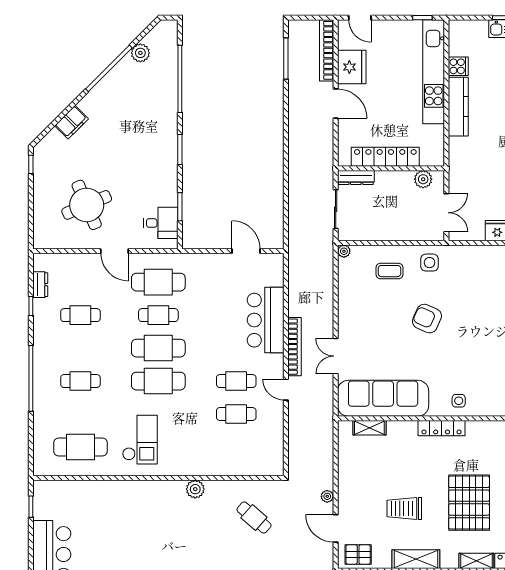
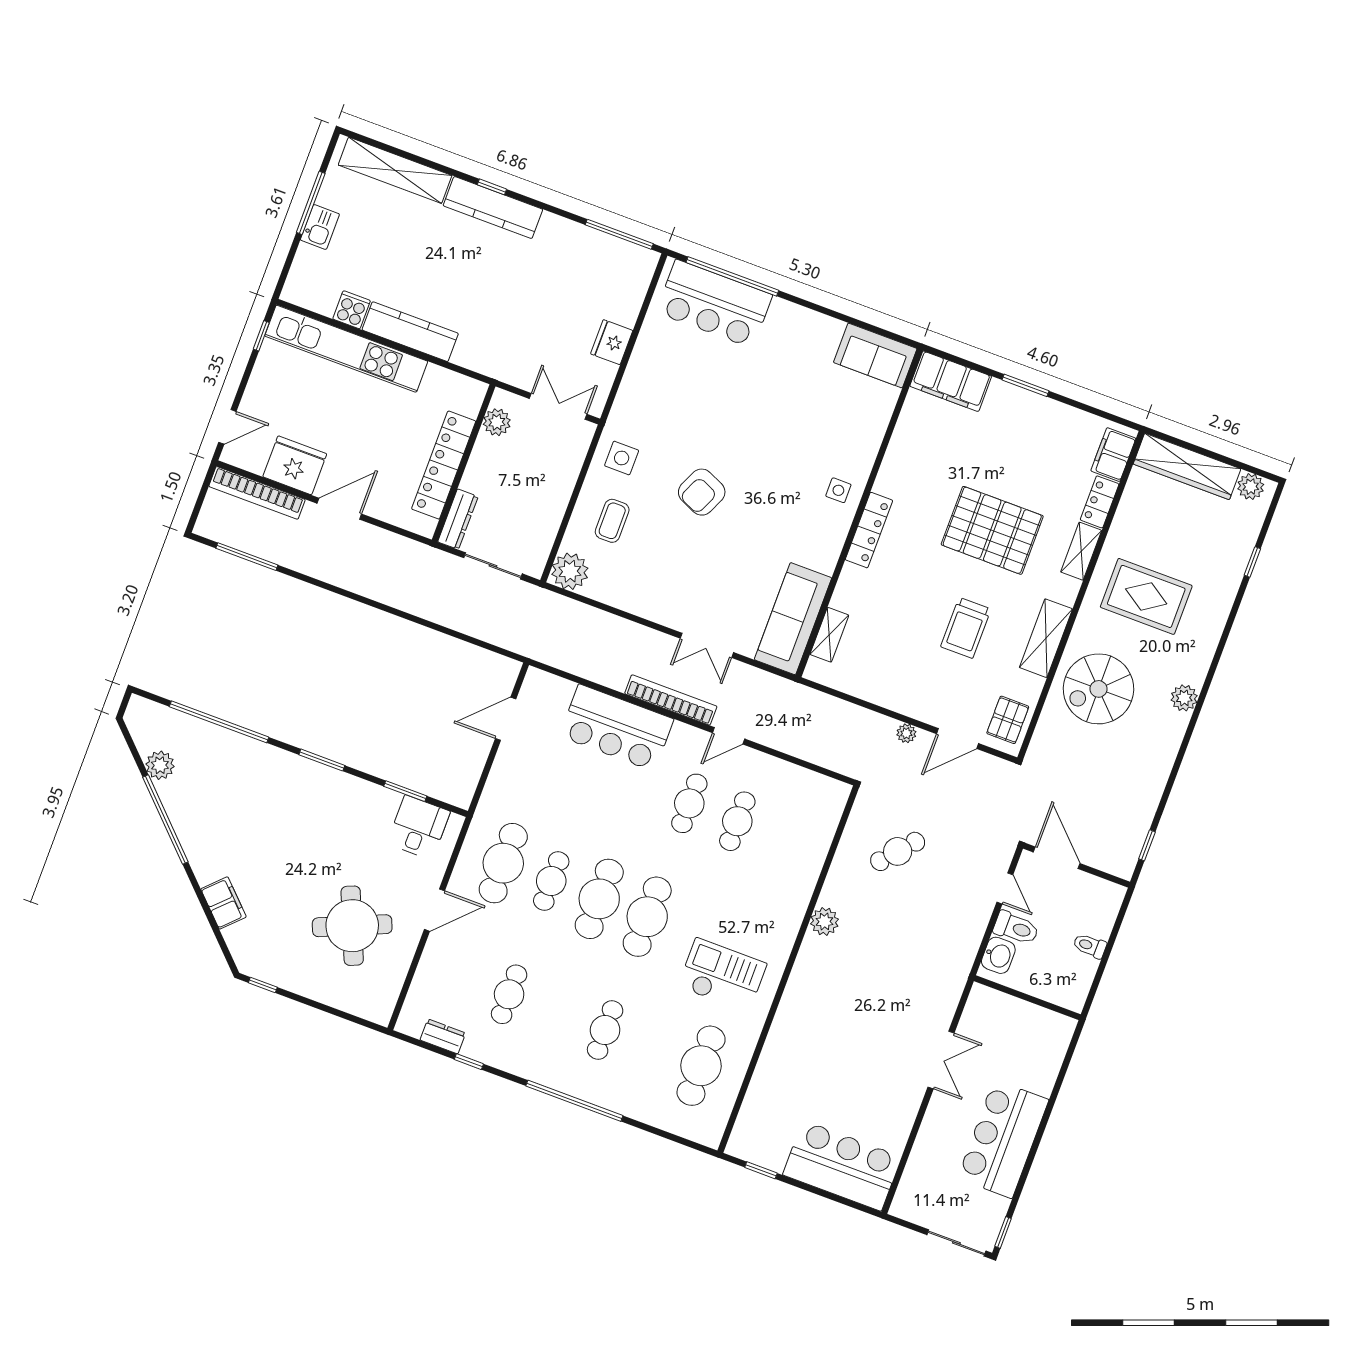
plant: (344, 251) -> (570, 571), width x1.87, depth x1.87
sofa: (383, 398) -> (793, 619), width x0.74, depth x0.79

